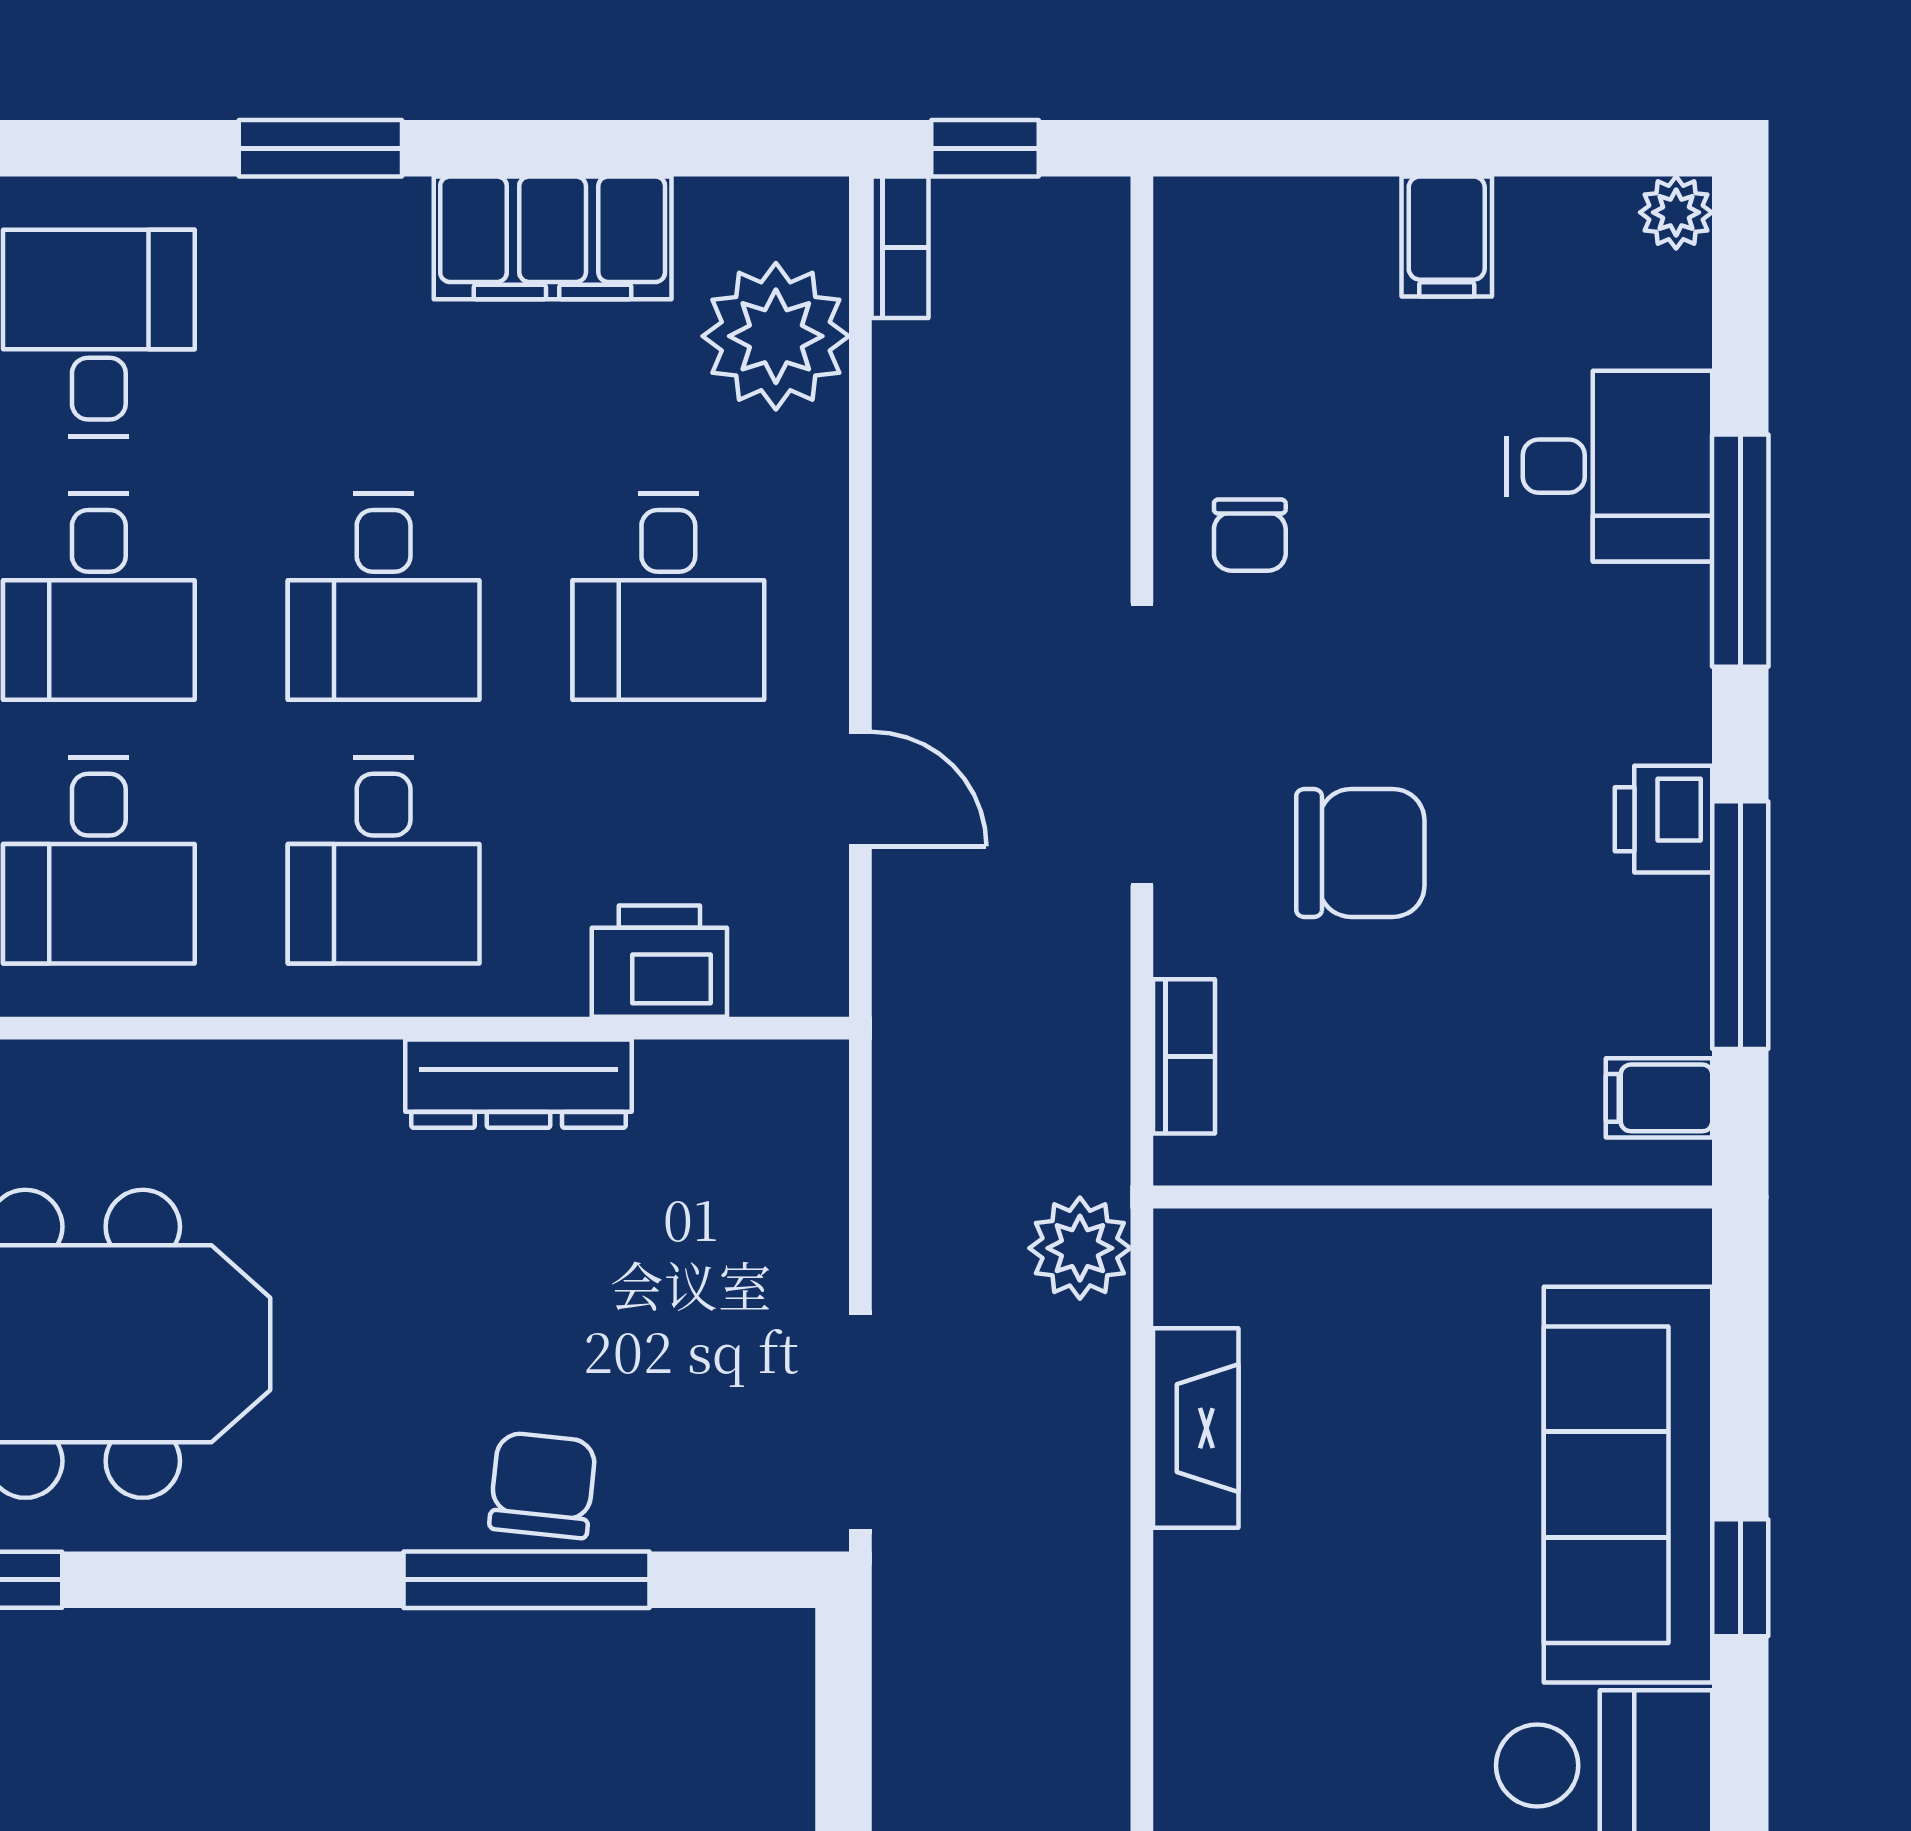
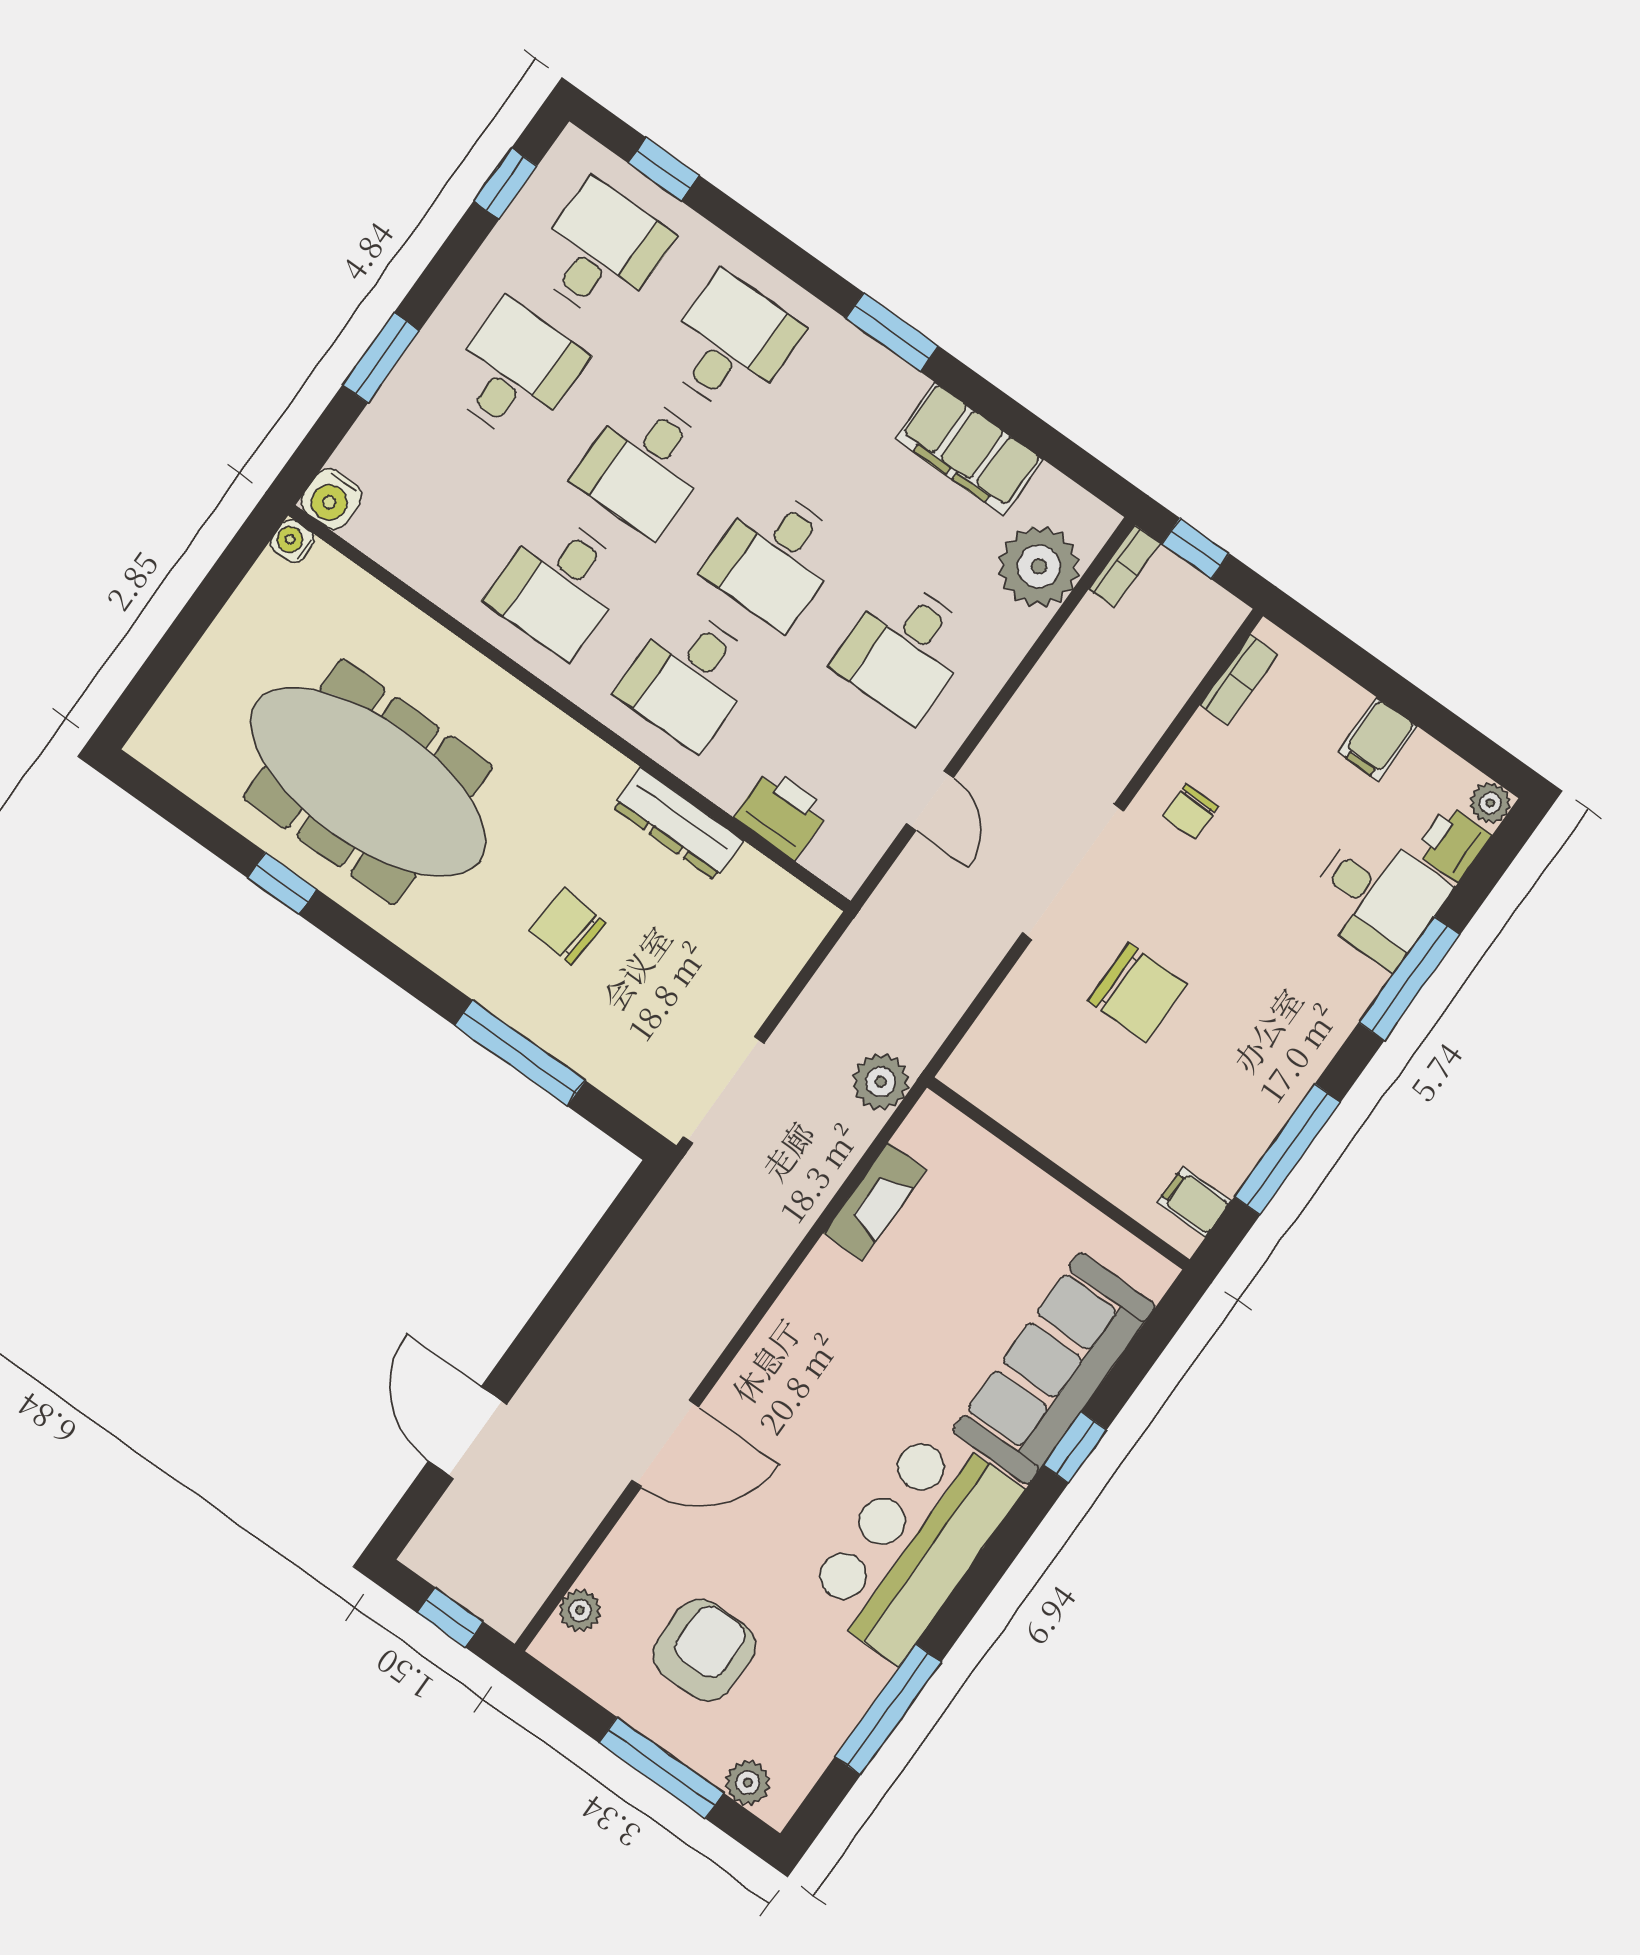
printer: (1664, 819) -> (1453, 843), moved
bookcase: (1184, 1056) -> (1239, 680), moved
chair: (543, 1485) -> (568, 926), moved, turned -91

